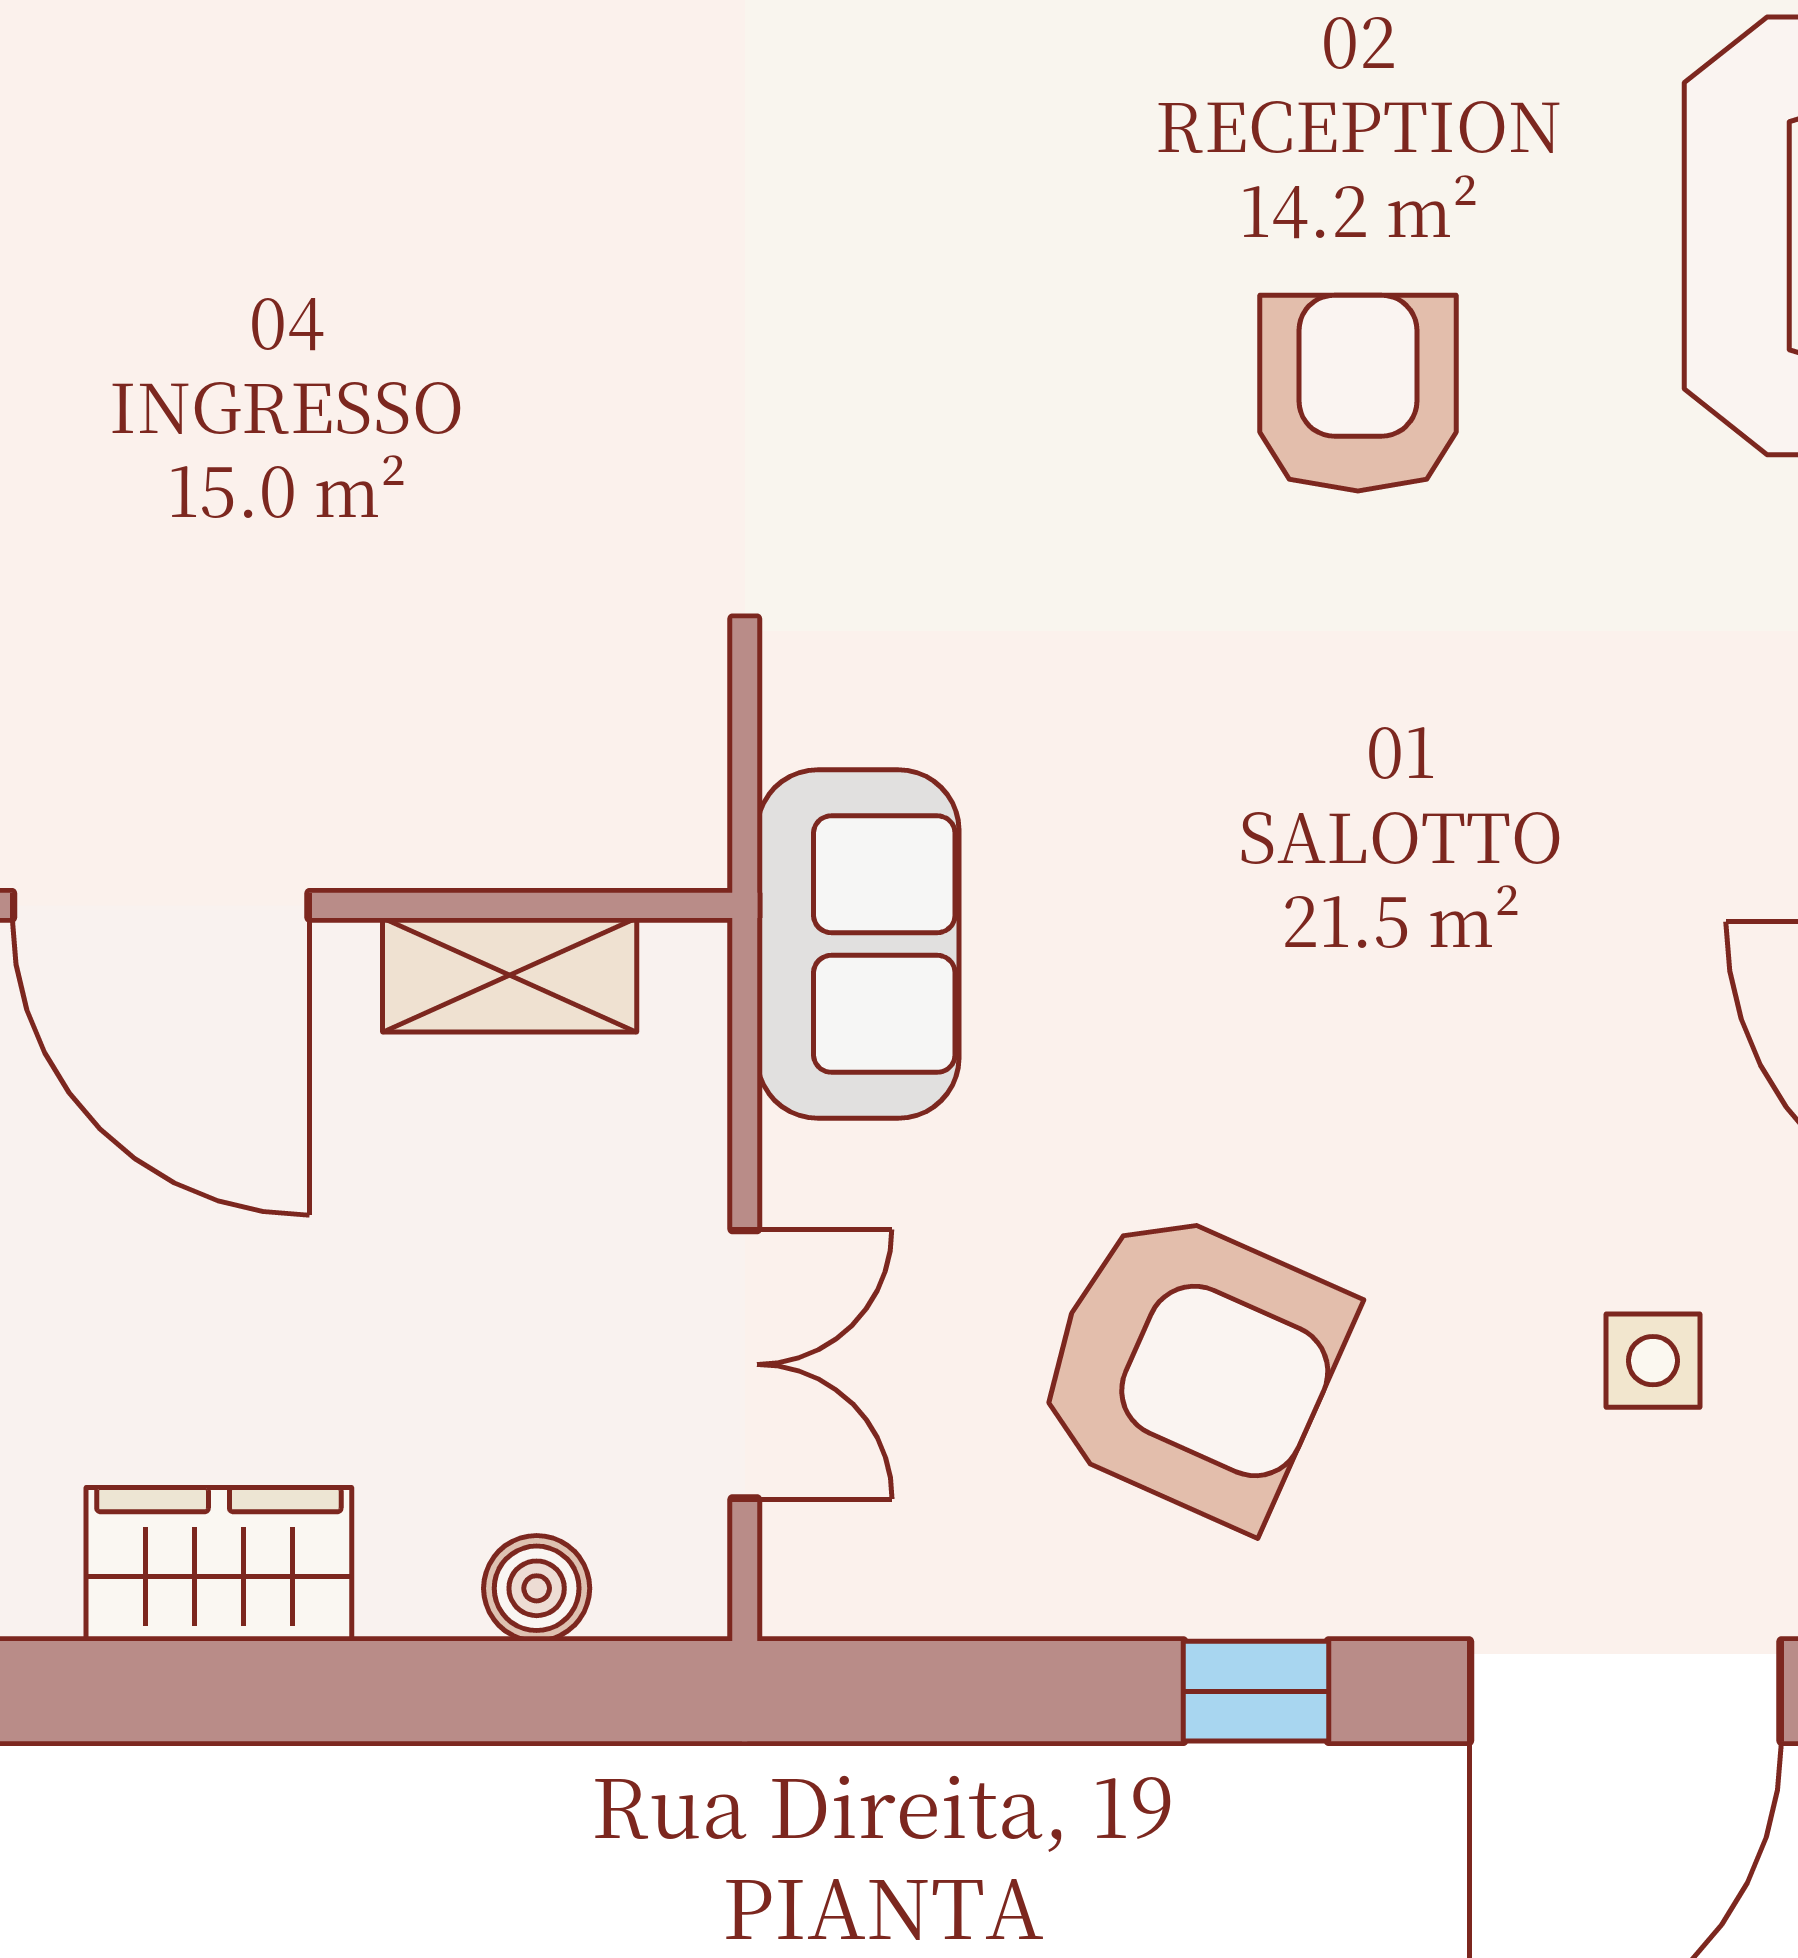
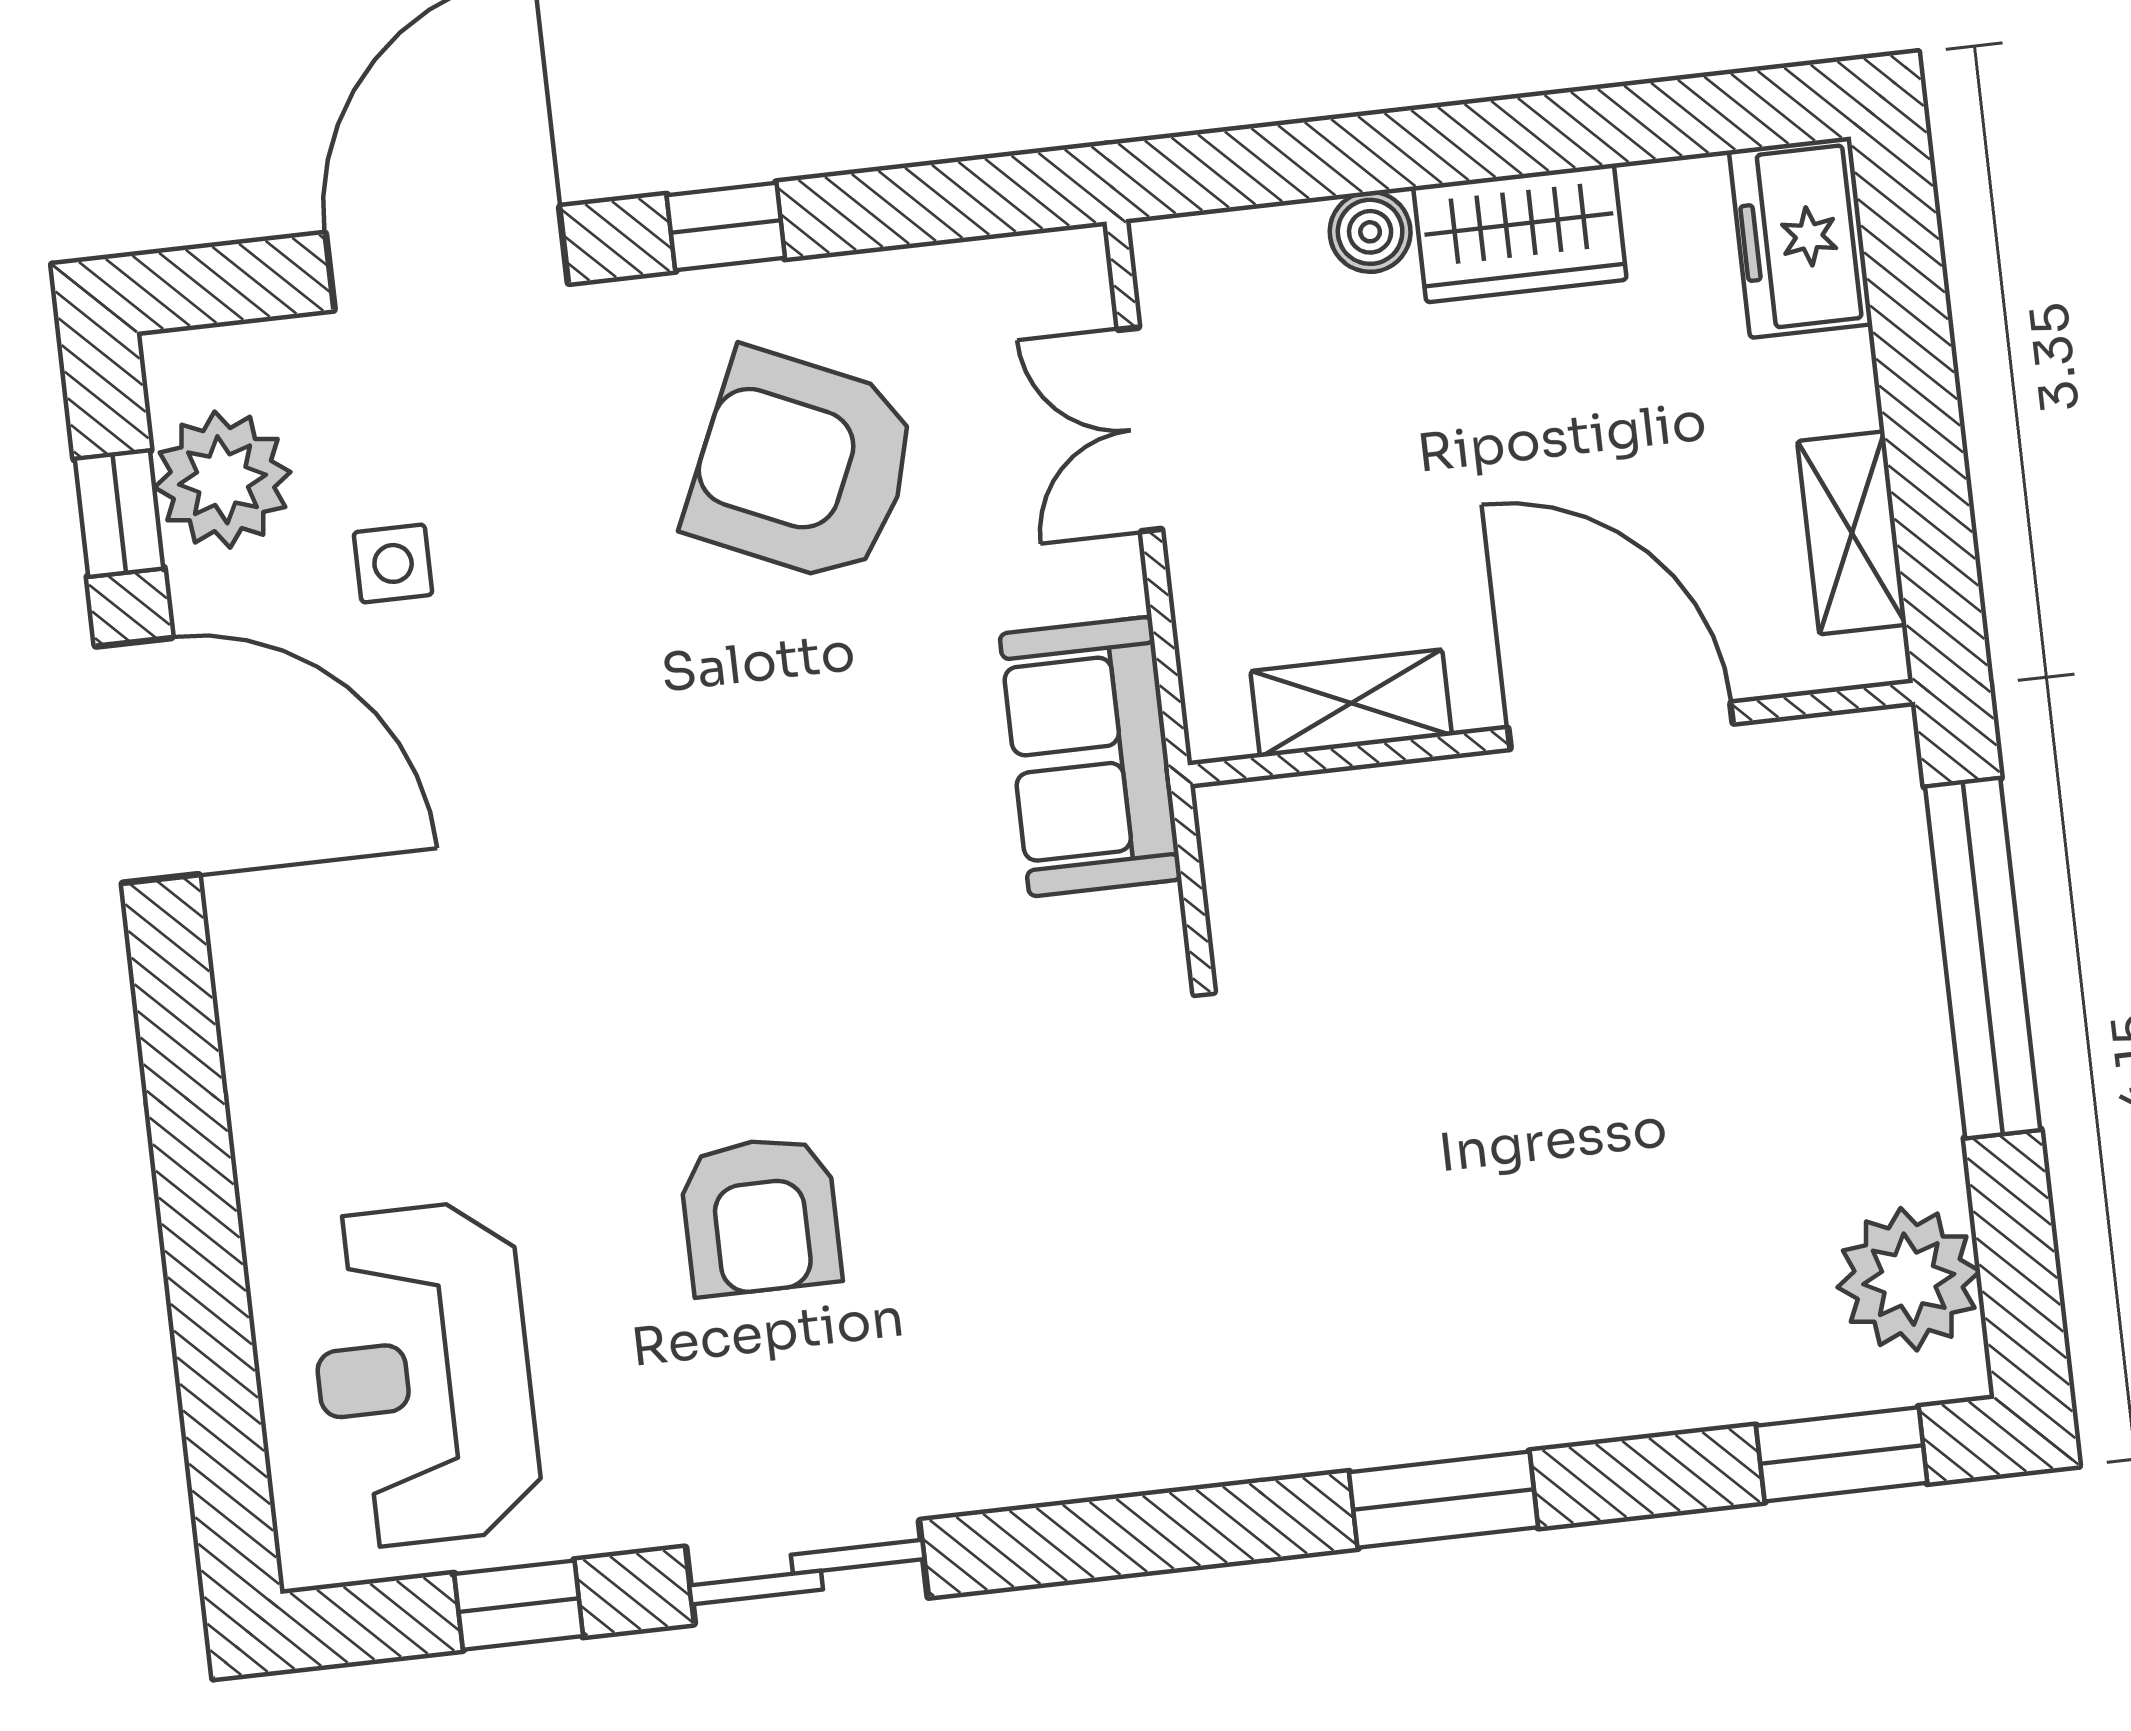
side table: (1653, 1361) -> (393, 563), moved
boiler: (537, 1588) -> (1370, 232), moved

